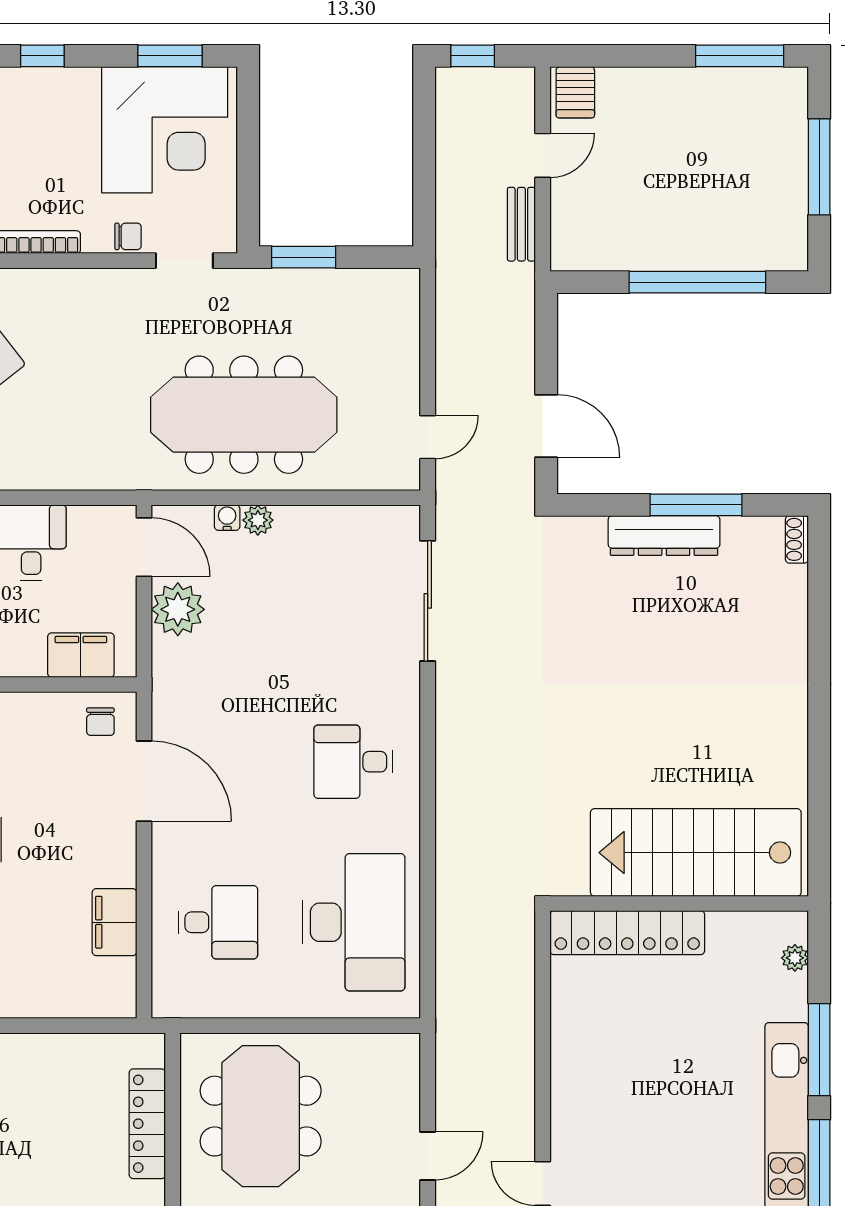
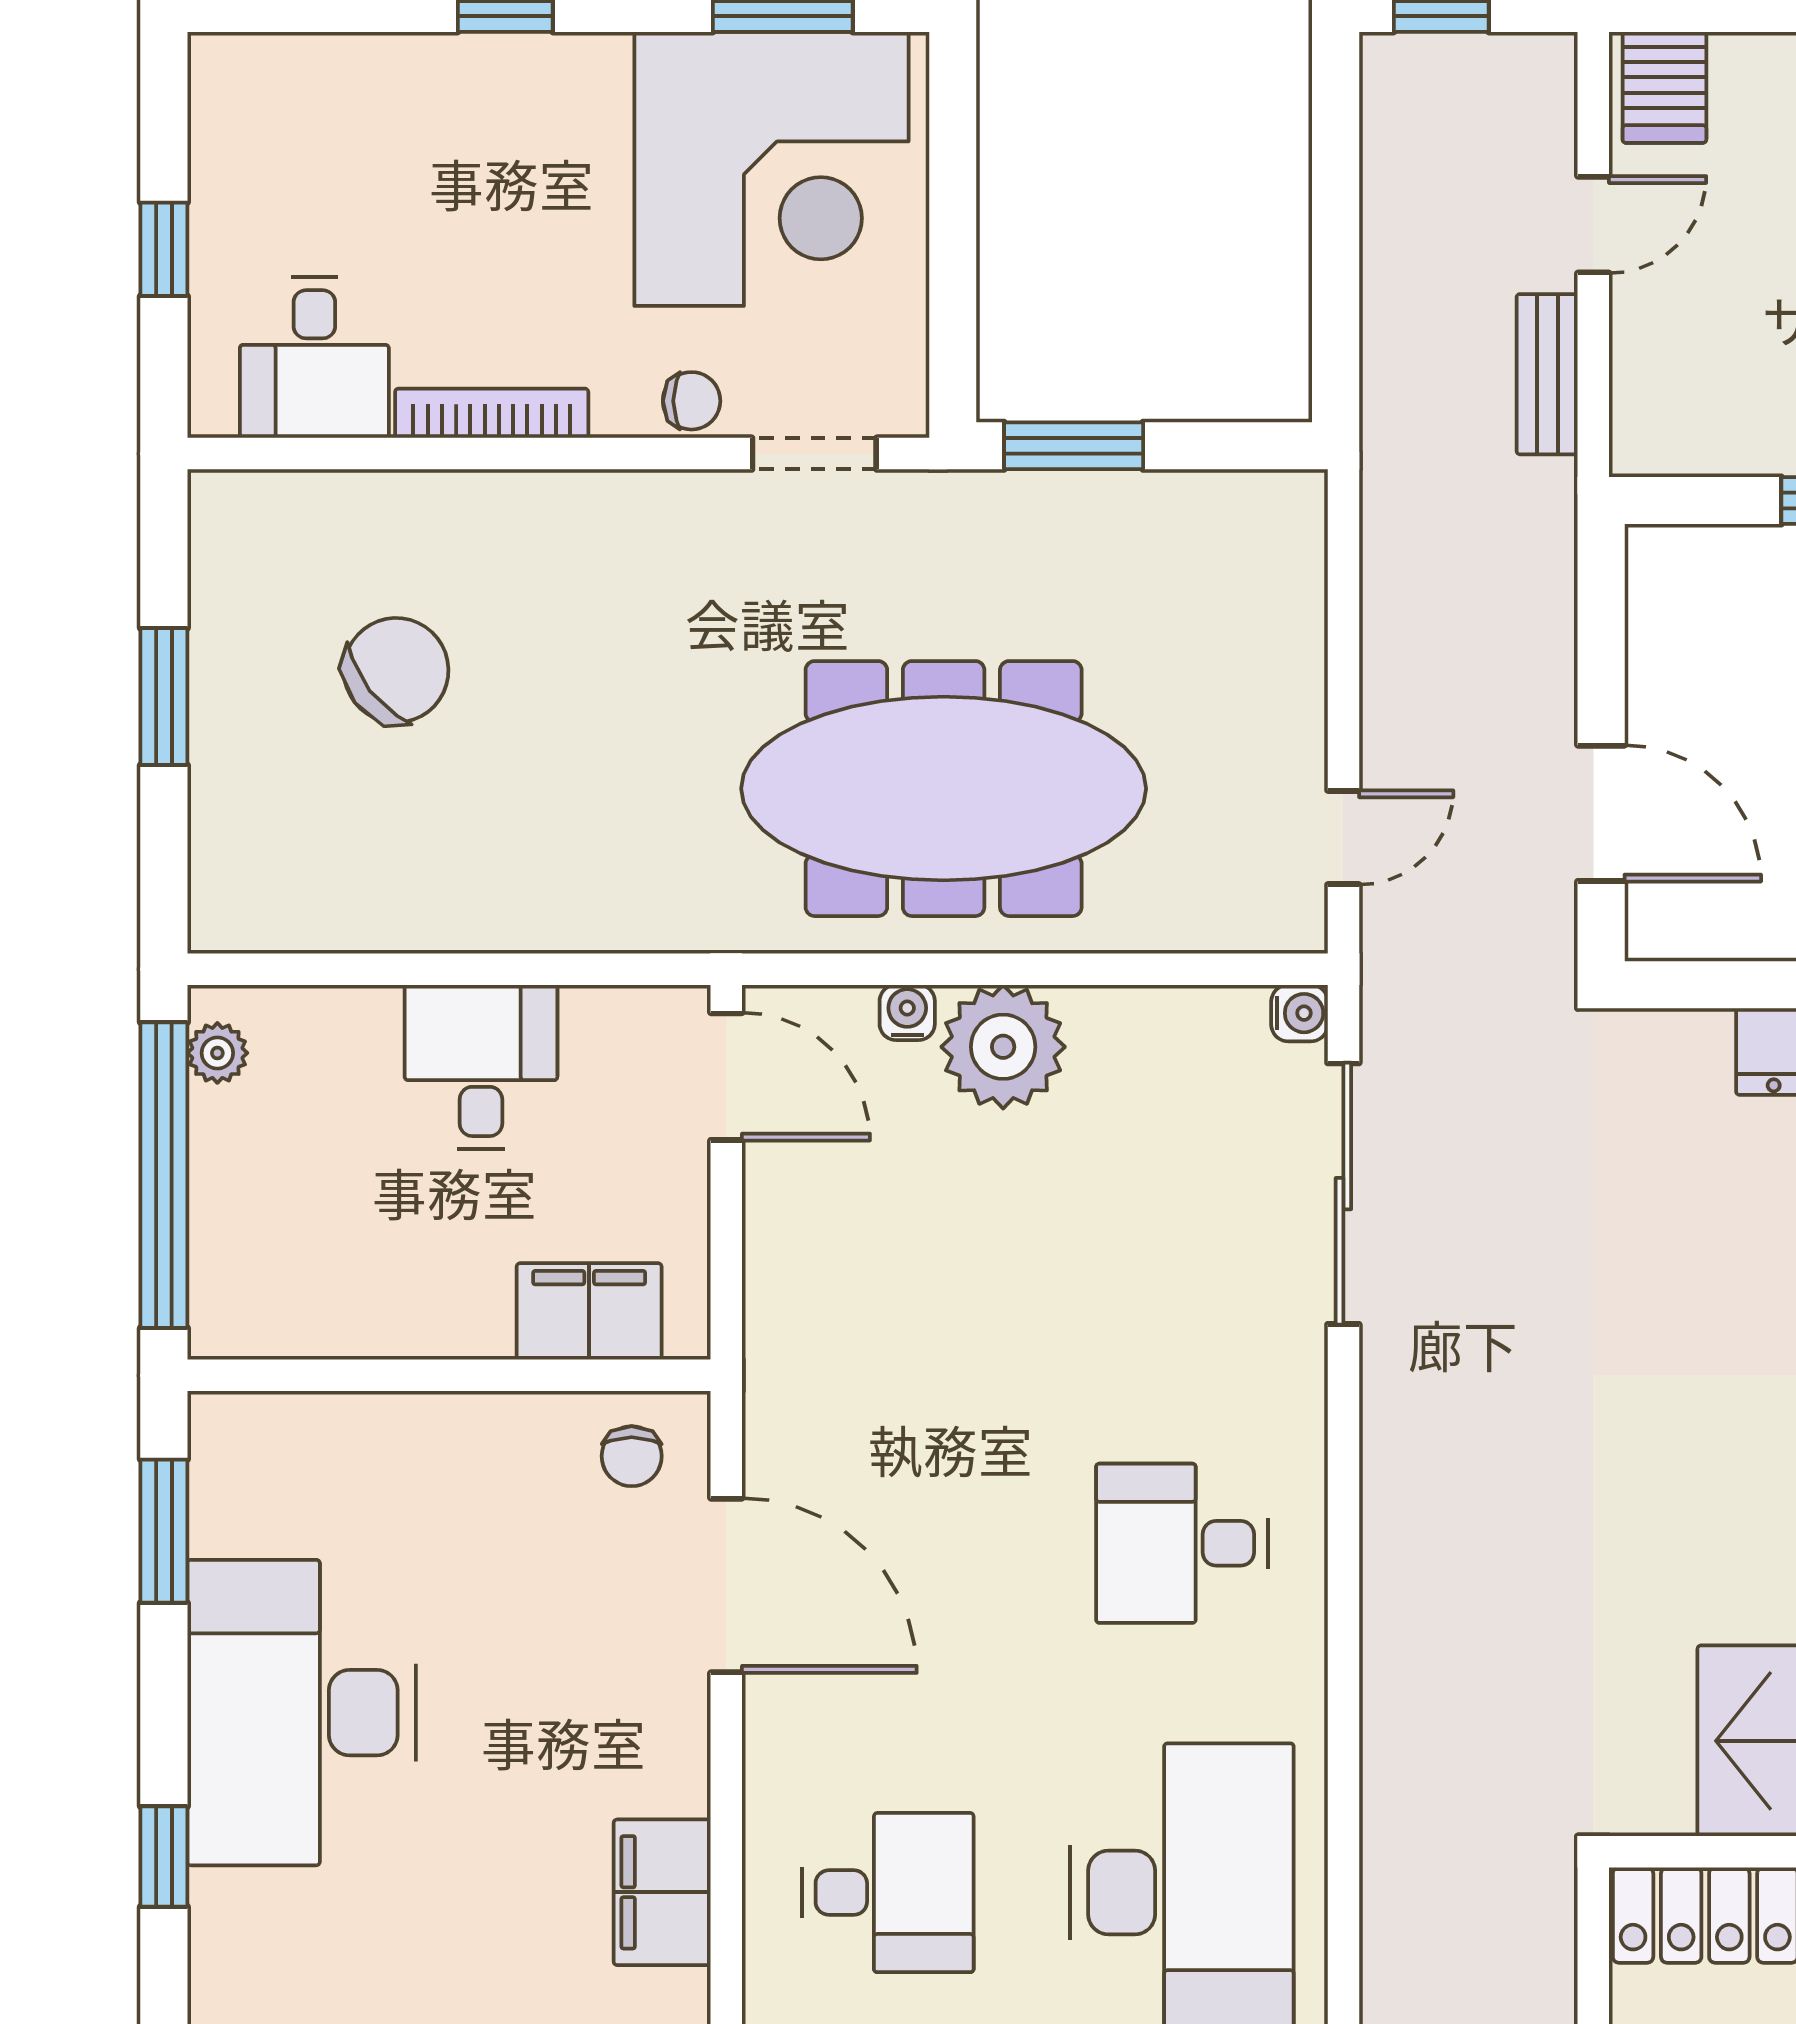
water cooler: (407, 518) -> (1299, 1013), added
plant: (258, 520) -> (1003, 1047), width x1.88, depth x1.88
plant: (178, 609) -> (800, 1212), removed

